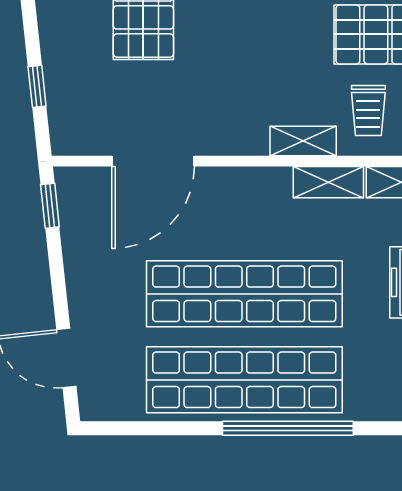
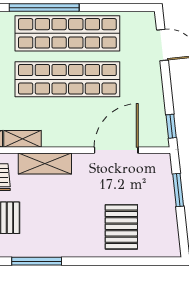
window: (37, 86) -> (178, 190), width x1.50
shelving: (303, 141) -> (45, 164), width x1.50, depth x1.33

